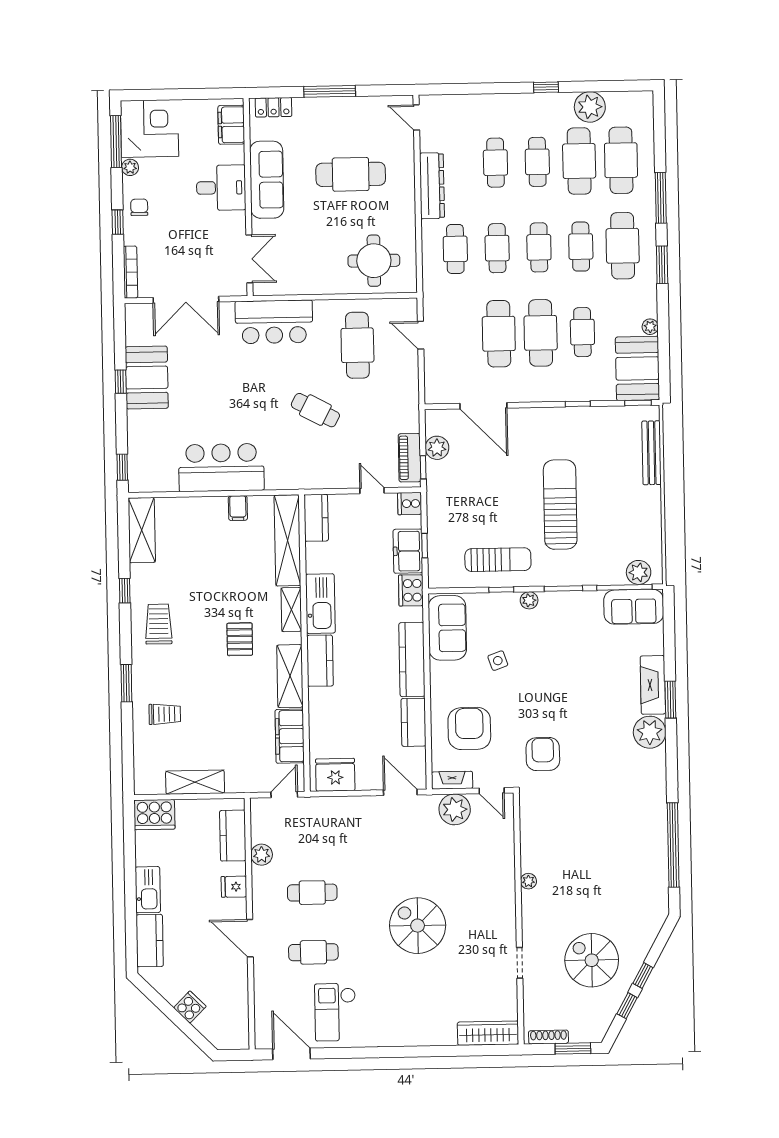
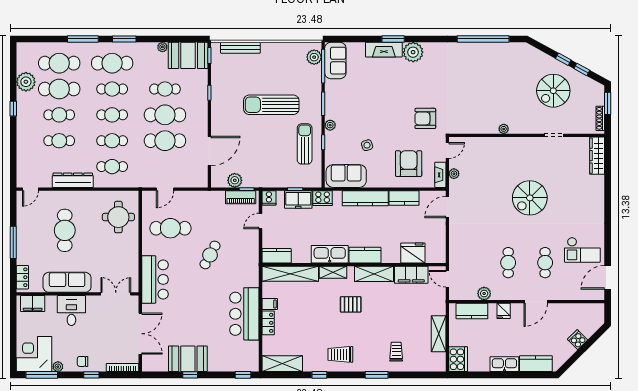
locker: (207, 506) -> (268, 323), added
armchair: (469, 728) -> (409, 164), turned 90
fridge: (335, 775) -> (413, 253), moved, turned 90
plant: (455, 809) -> (454, 174), width x0.53, depth x0.53

